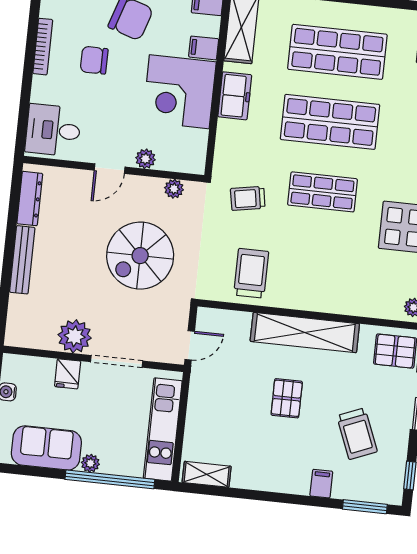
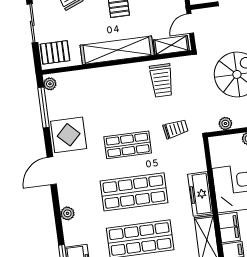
filing cabinet: (204, 48) -> (229, 227), width x2.00
freezer: (235, 96) -> (200, 194), width x1.40
shelving: (225, 321) -> (171, 45), added

